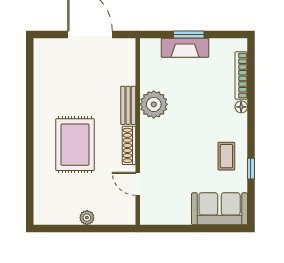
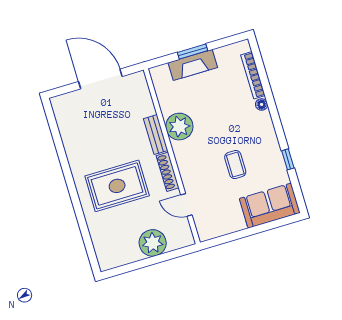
rug: (75, 145) -> (117, 186), turned 90
coffee table: (226, 156) -> (235, 165), moved
plant: (87, 218) -> (153, 243), width x1.87, depth x1.87

